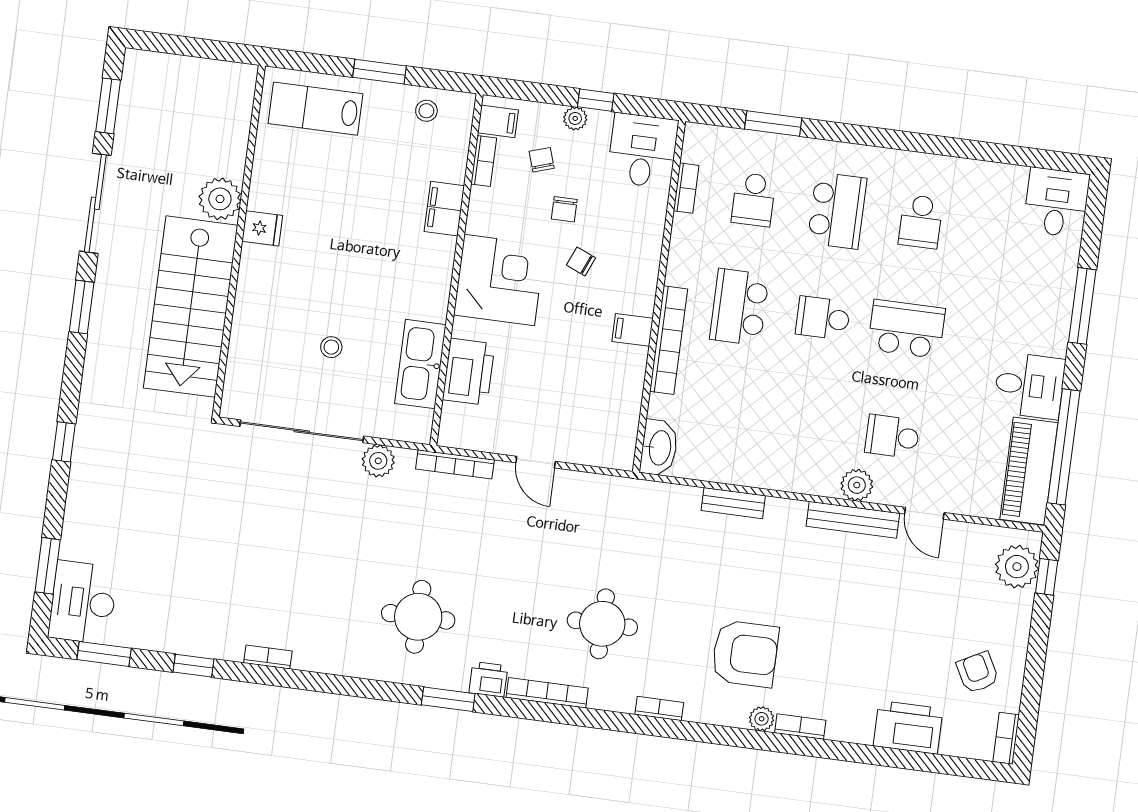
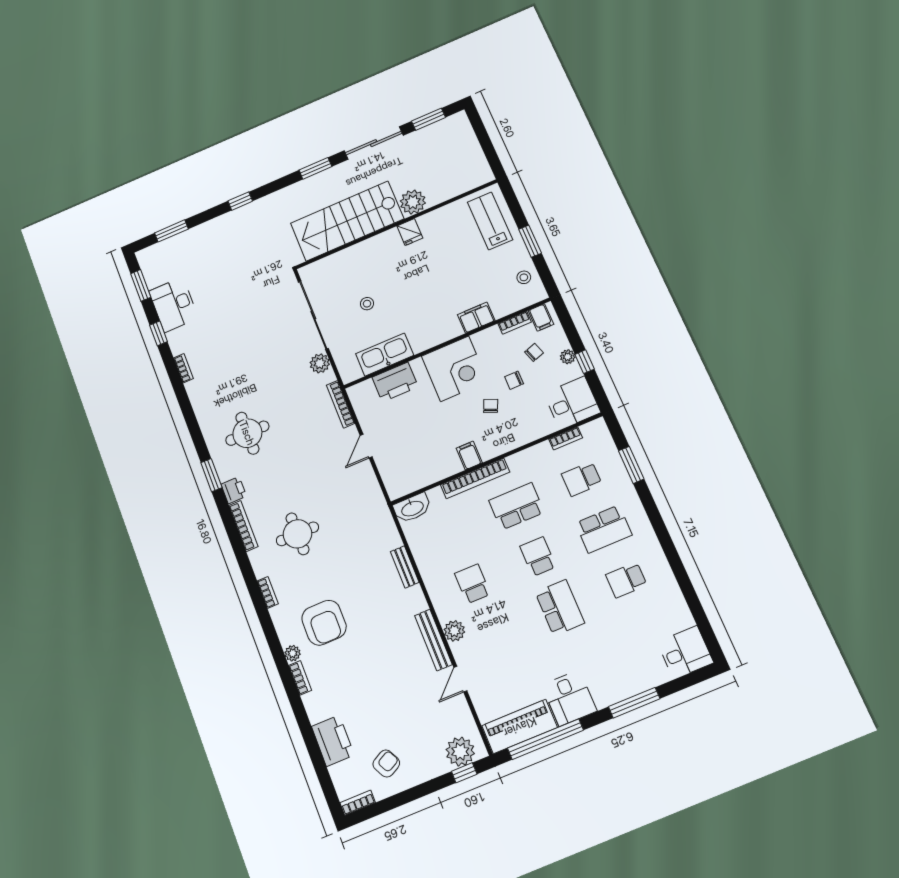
school desk: (892, 436) -> (473, 584), moved
desk: (83, 602) -> (174, 305), moved, turned -90

